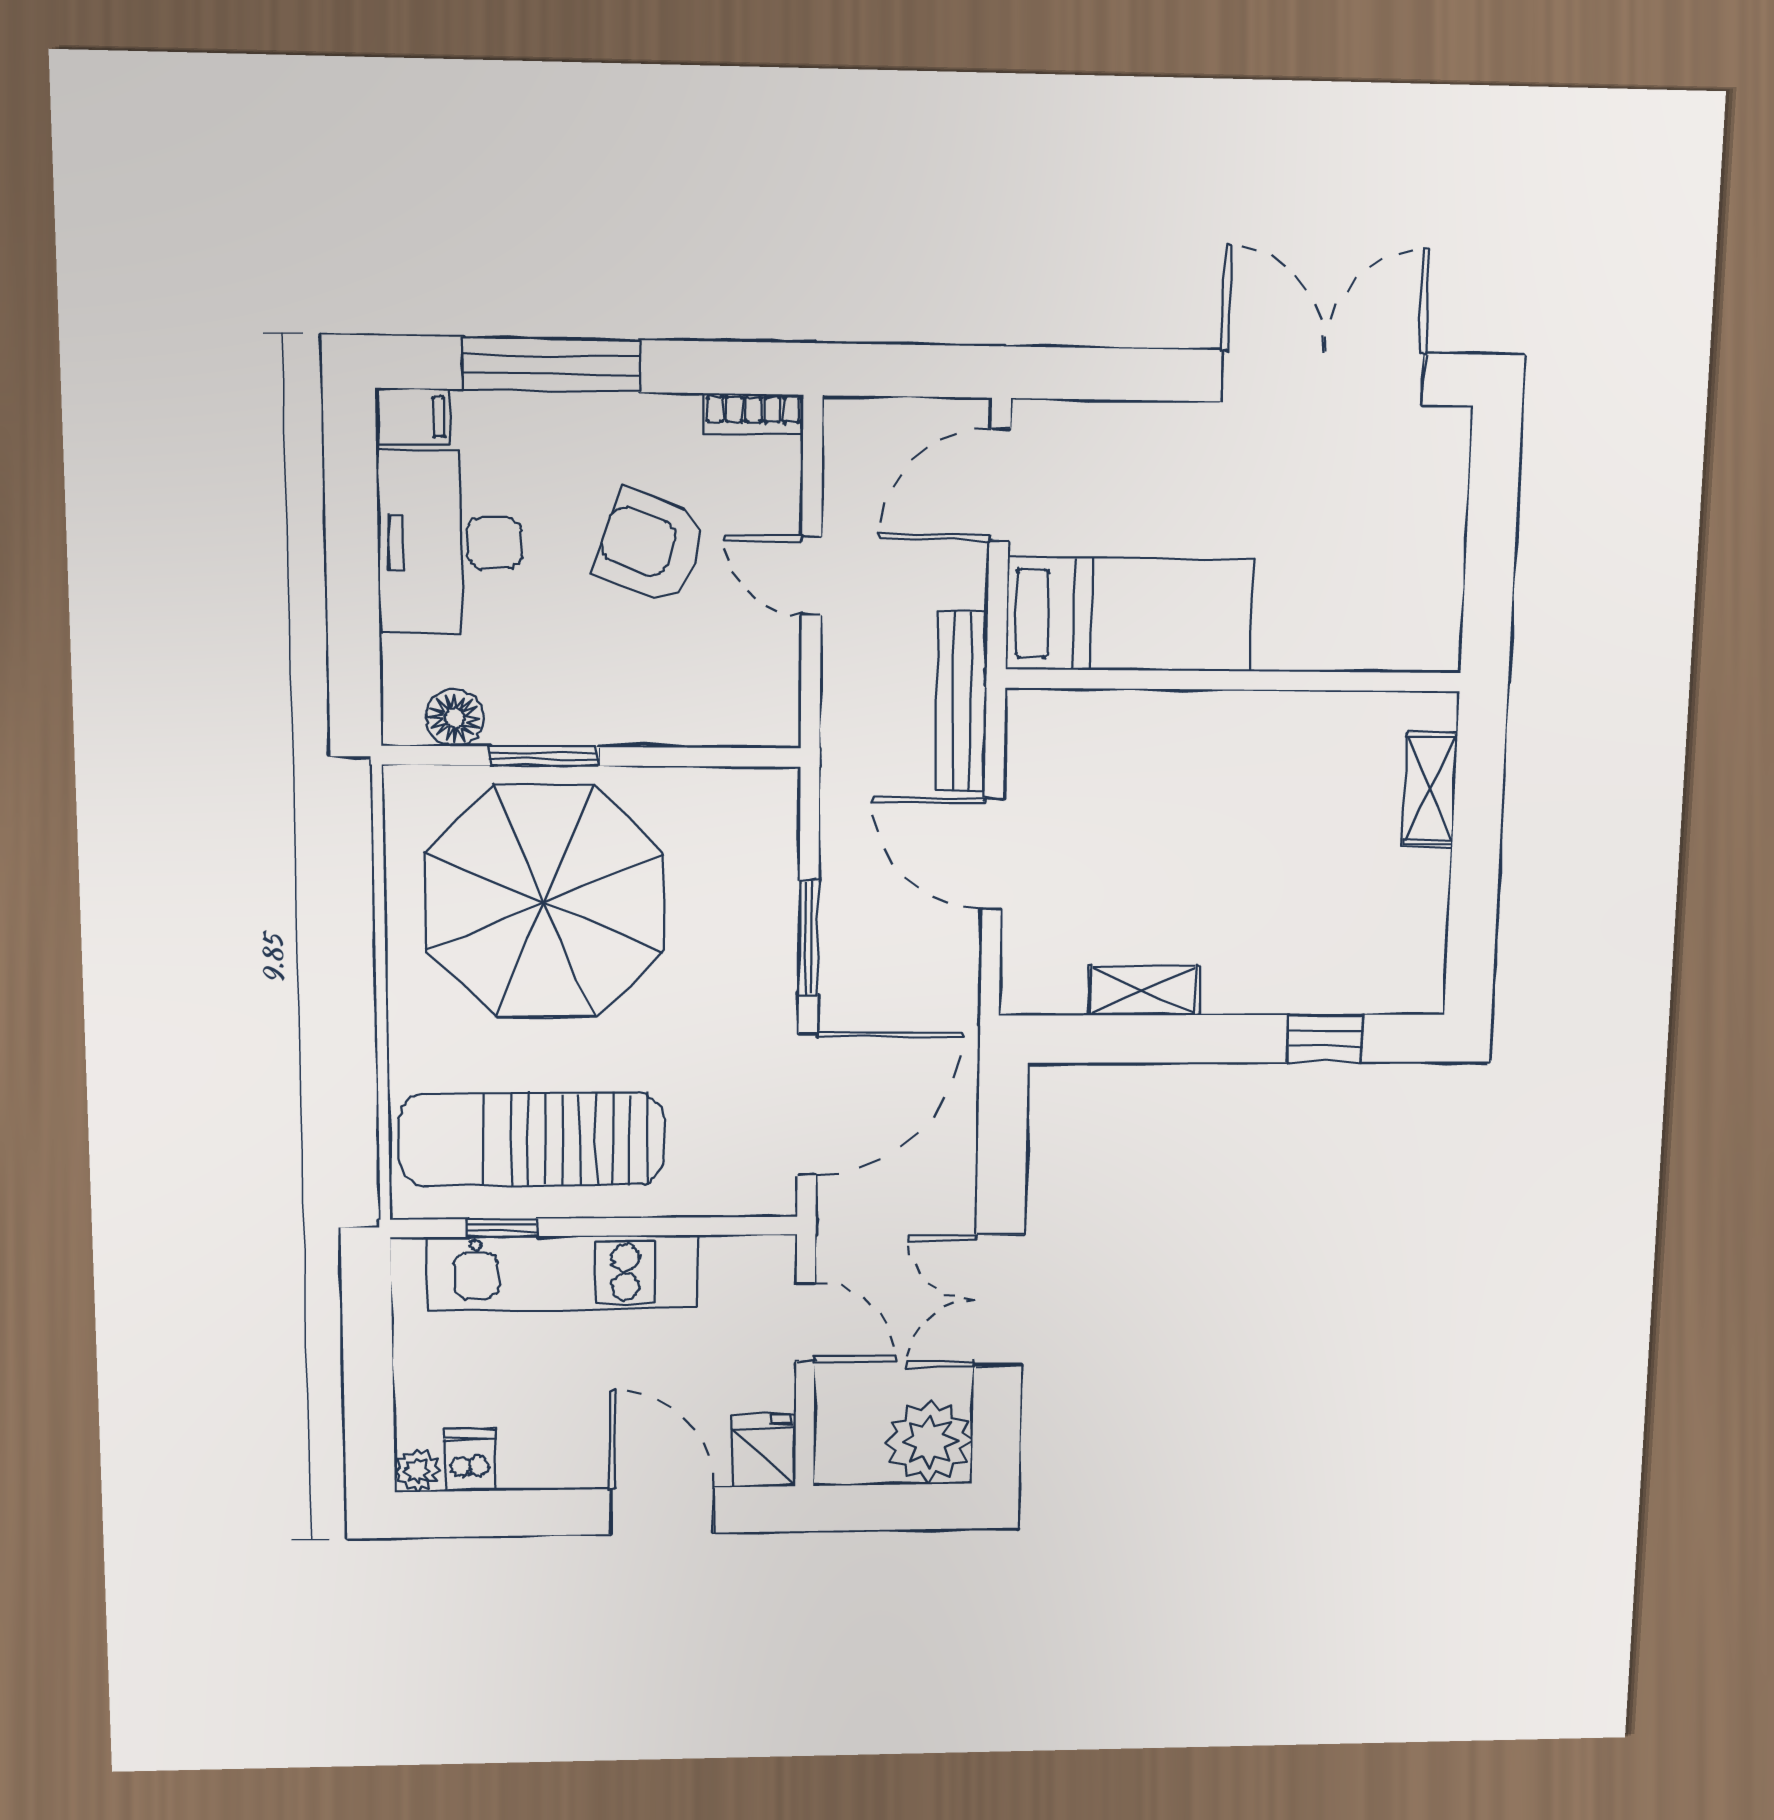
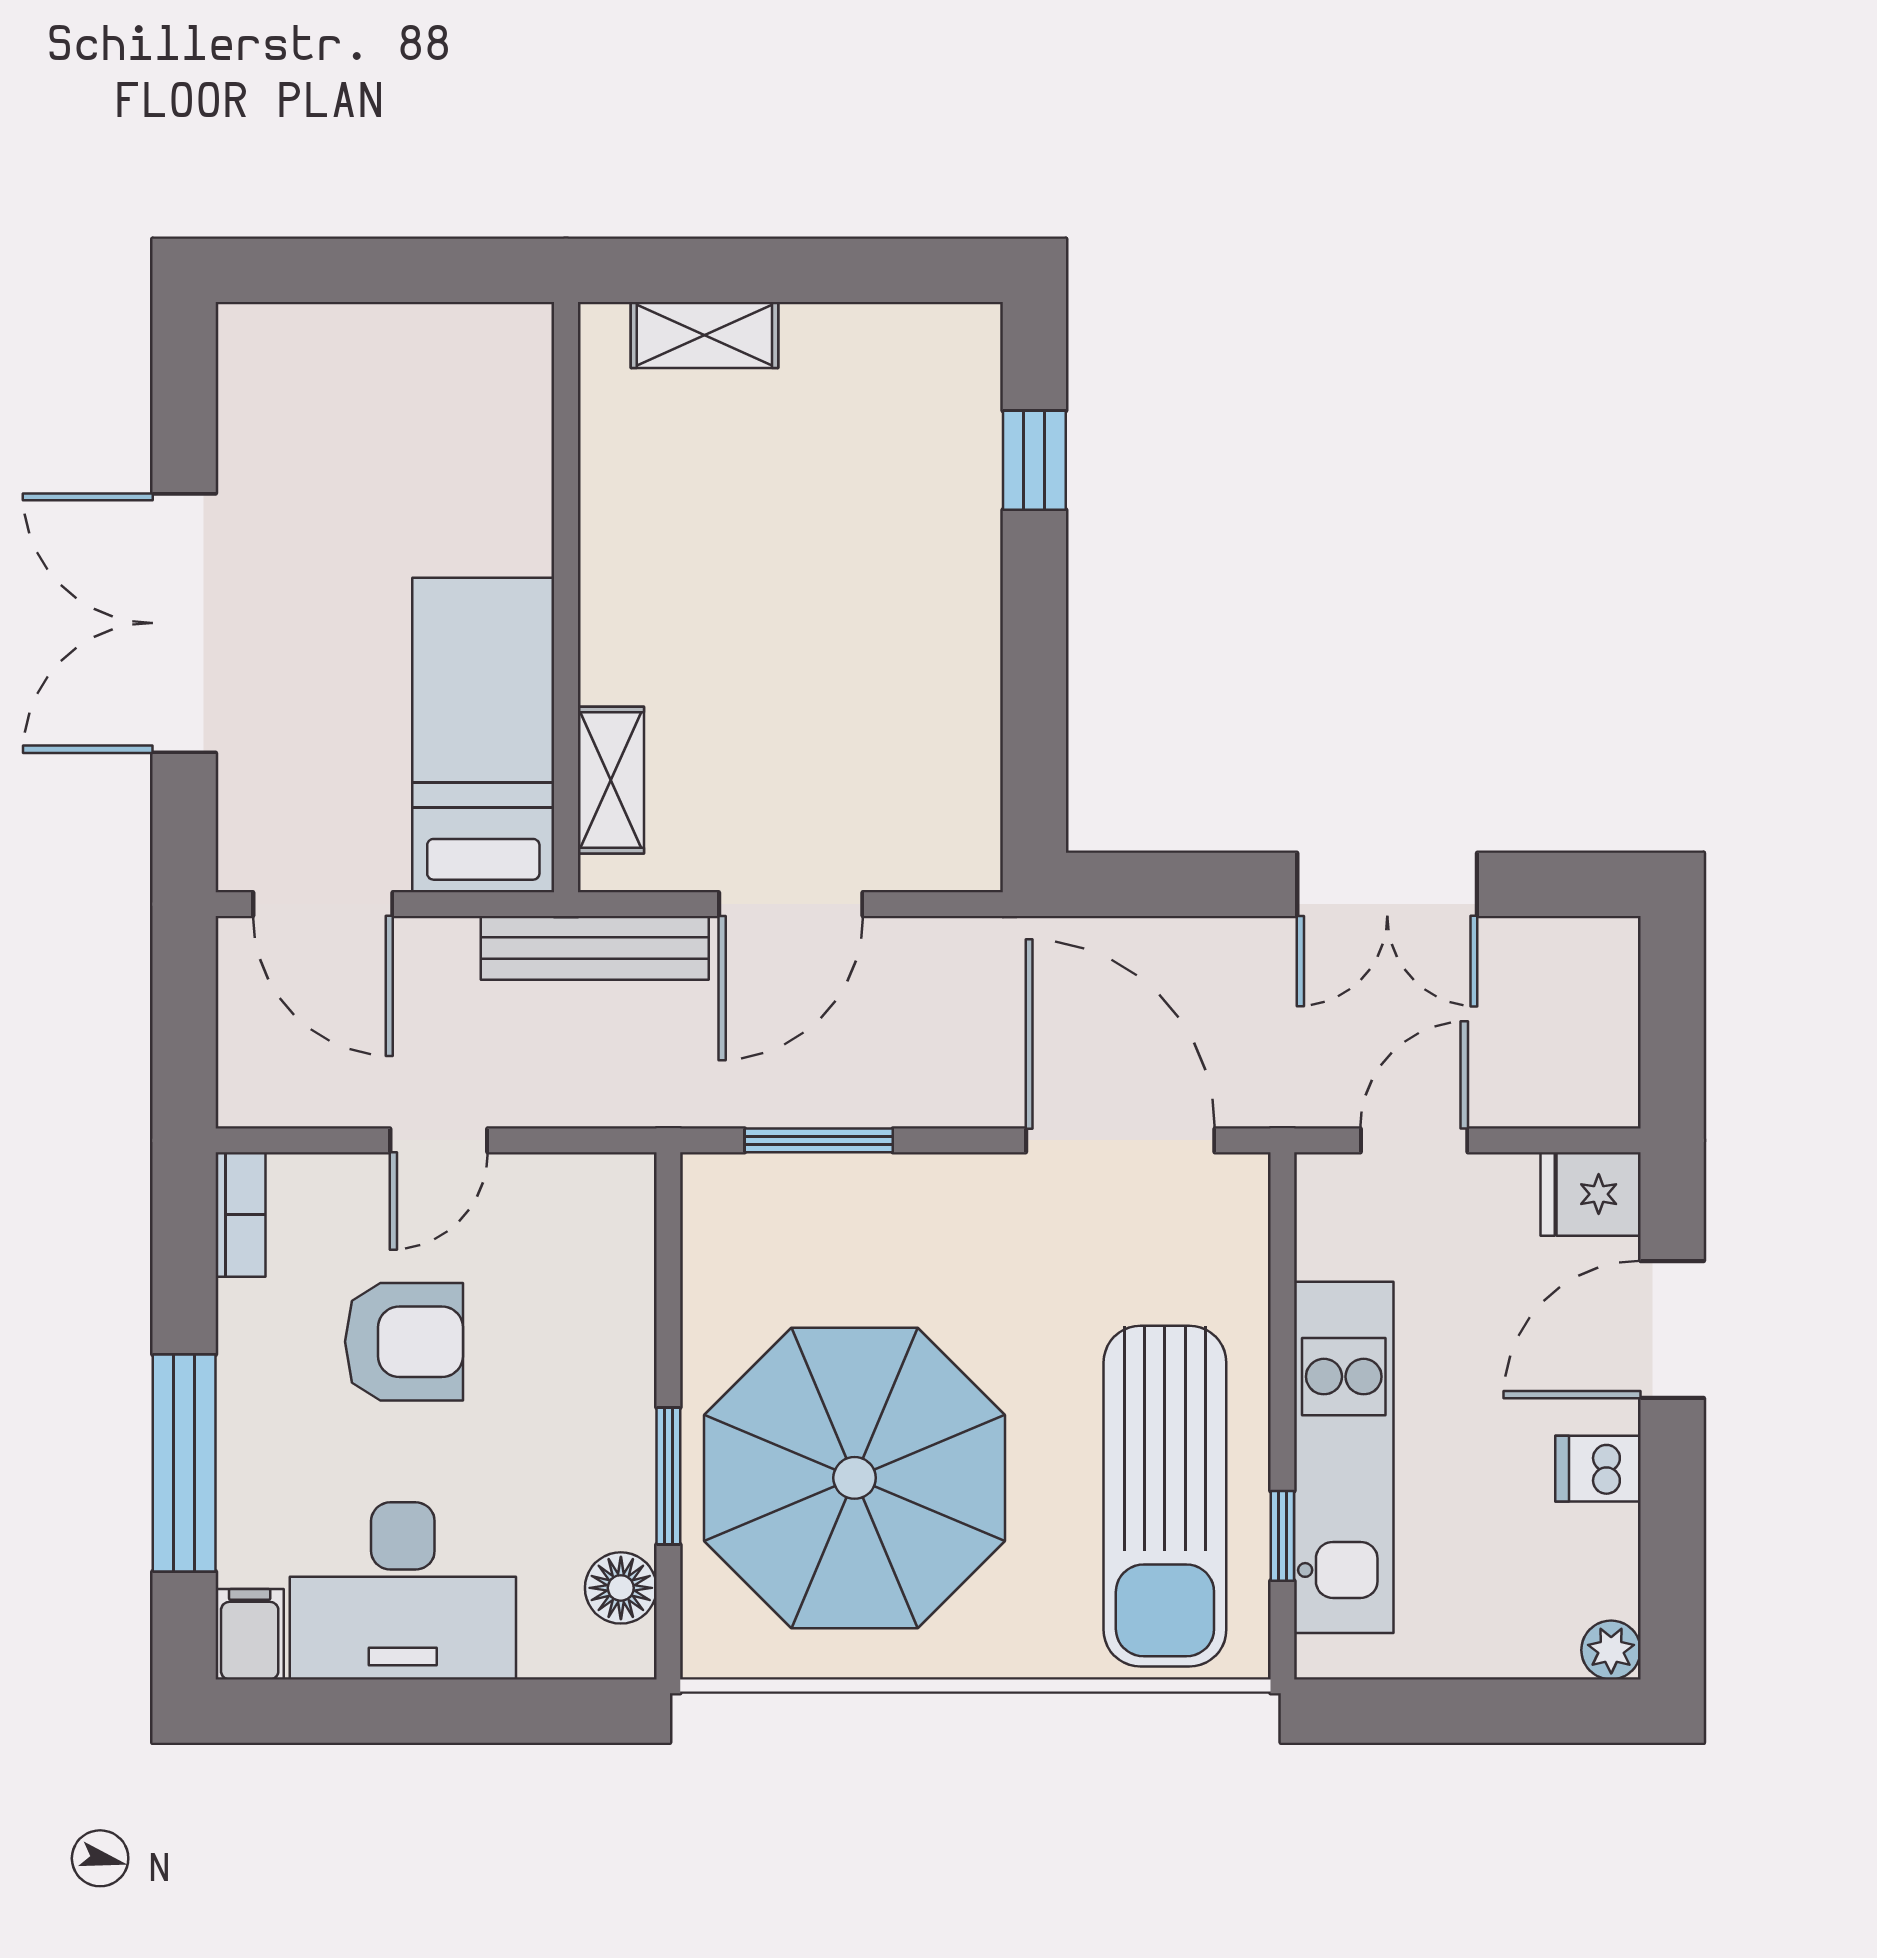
double door: (1323, 377) -> (184, 623), moved
armchair: (651, 546) -> (404, 1342), turned -110
window: (809, 938) -> (819, 1140), moved
shelving: (1143, 990) -> (611, 780), moved
plant: (929, 1441) -> (1581, 974), removed
dishwasher: (470, 1460) -> (1598, 1469), moved

